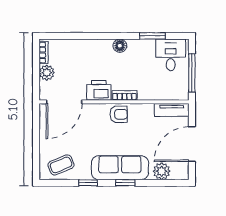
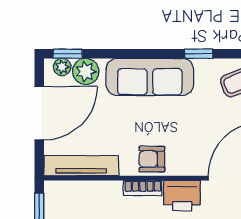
tv unit: (172, 110) -> (81, 166), width x1.41
plant: (177, 174) -> (62, 67), added
window: (125, 183) -> (68, 54), moved

